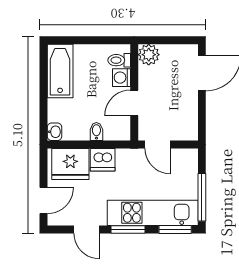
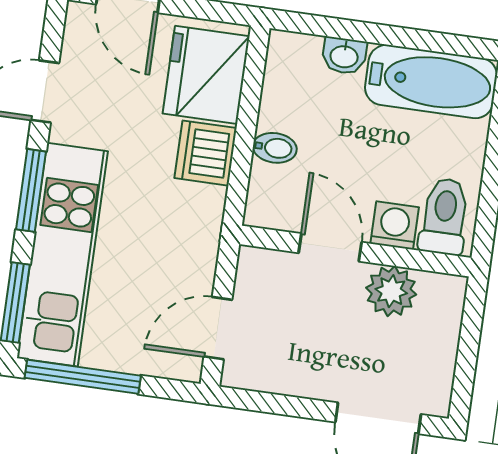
plant: (149, 55) -> (391, 291), moved
toilet: (119, 60) -> (444, 216), width x1.37, depth x1.39
washbasin: (55, 132) -> (344, 56), moved
door: (158, 144) -> (218, 328), moved

